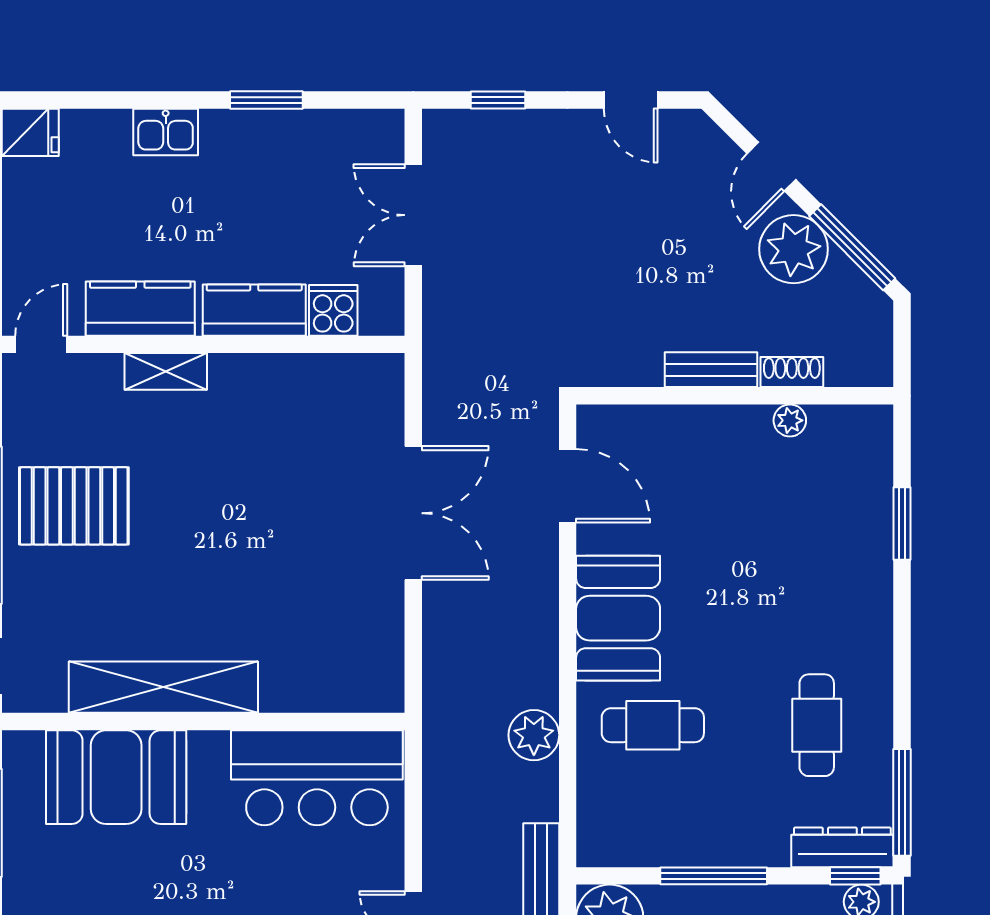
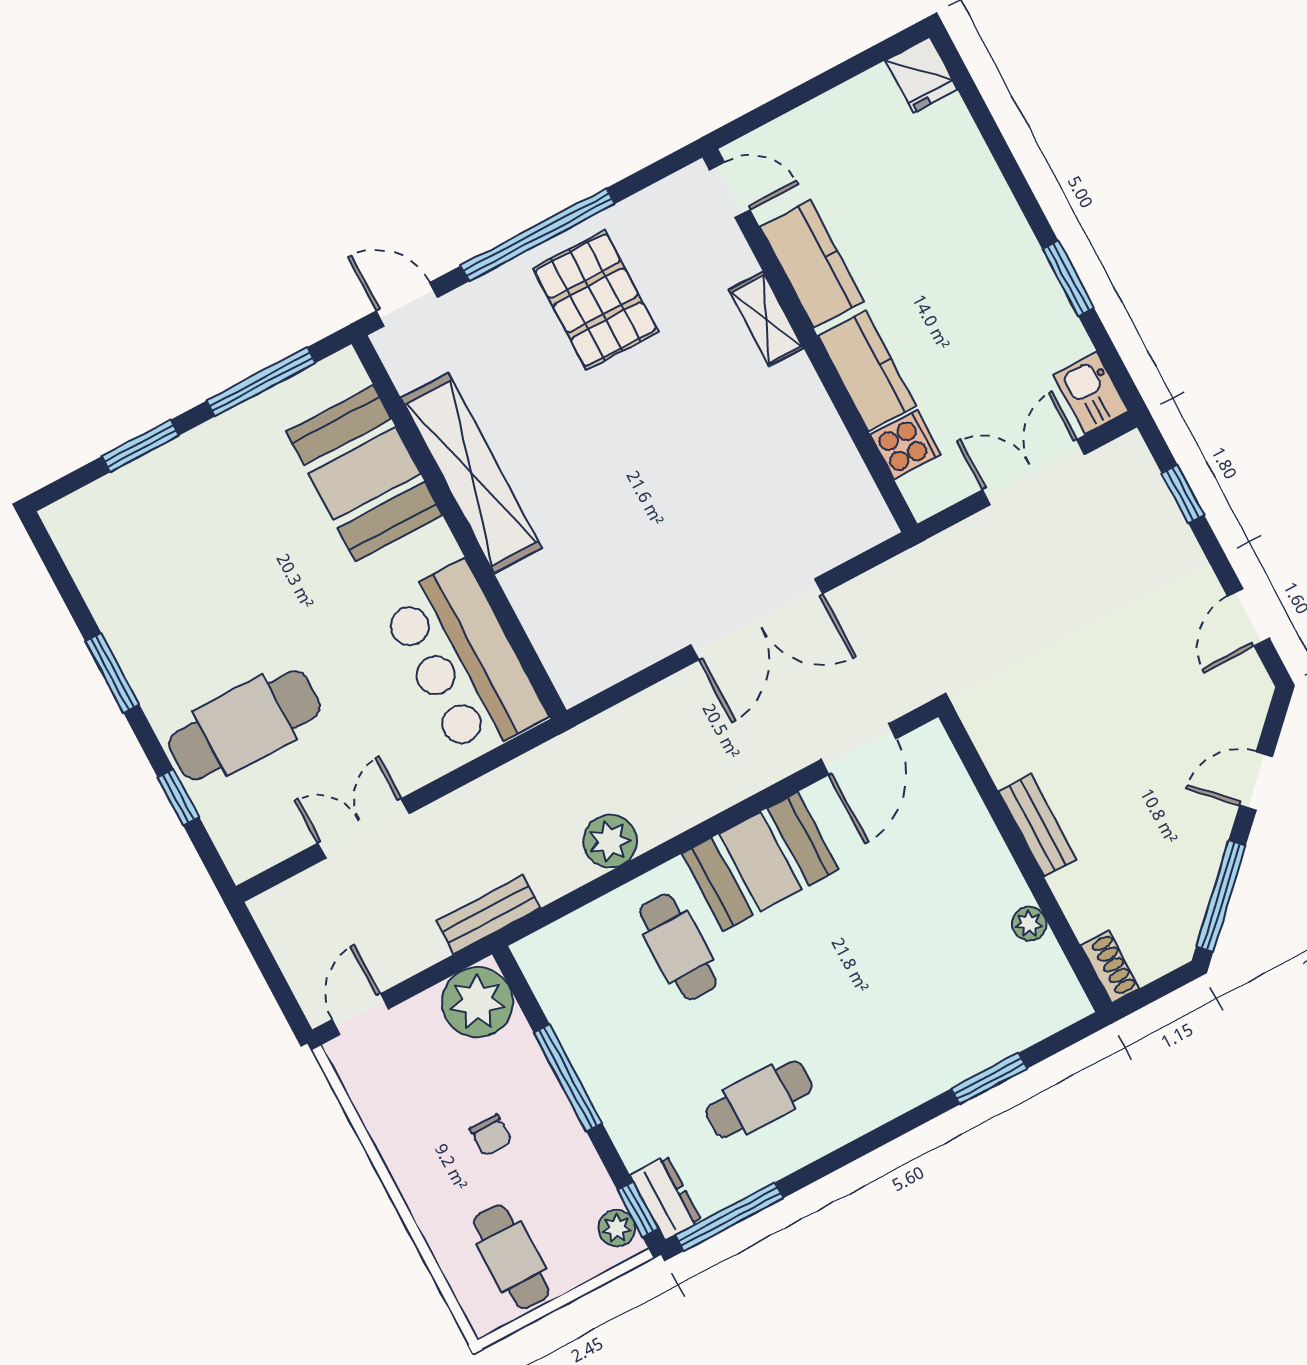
kitchen sink: (166, 132) -> (1091, 393), moved
plant: (794, 249) -> (1190, 842), removed
shoe rack: (792, 372) -> (1110, 967), moved
dresser: (842, 847) -> (666, 1198), width x0.70

